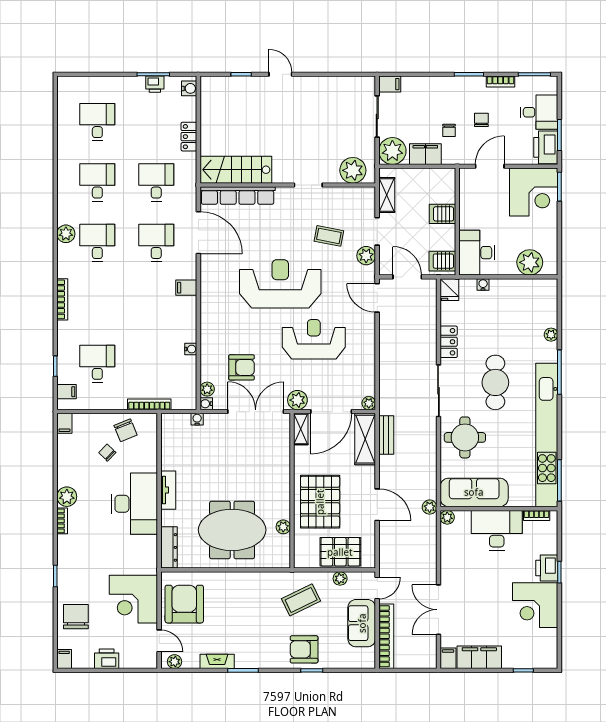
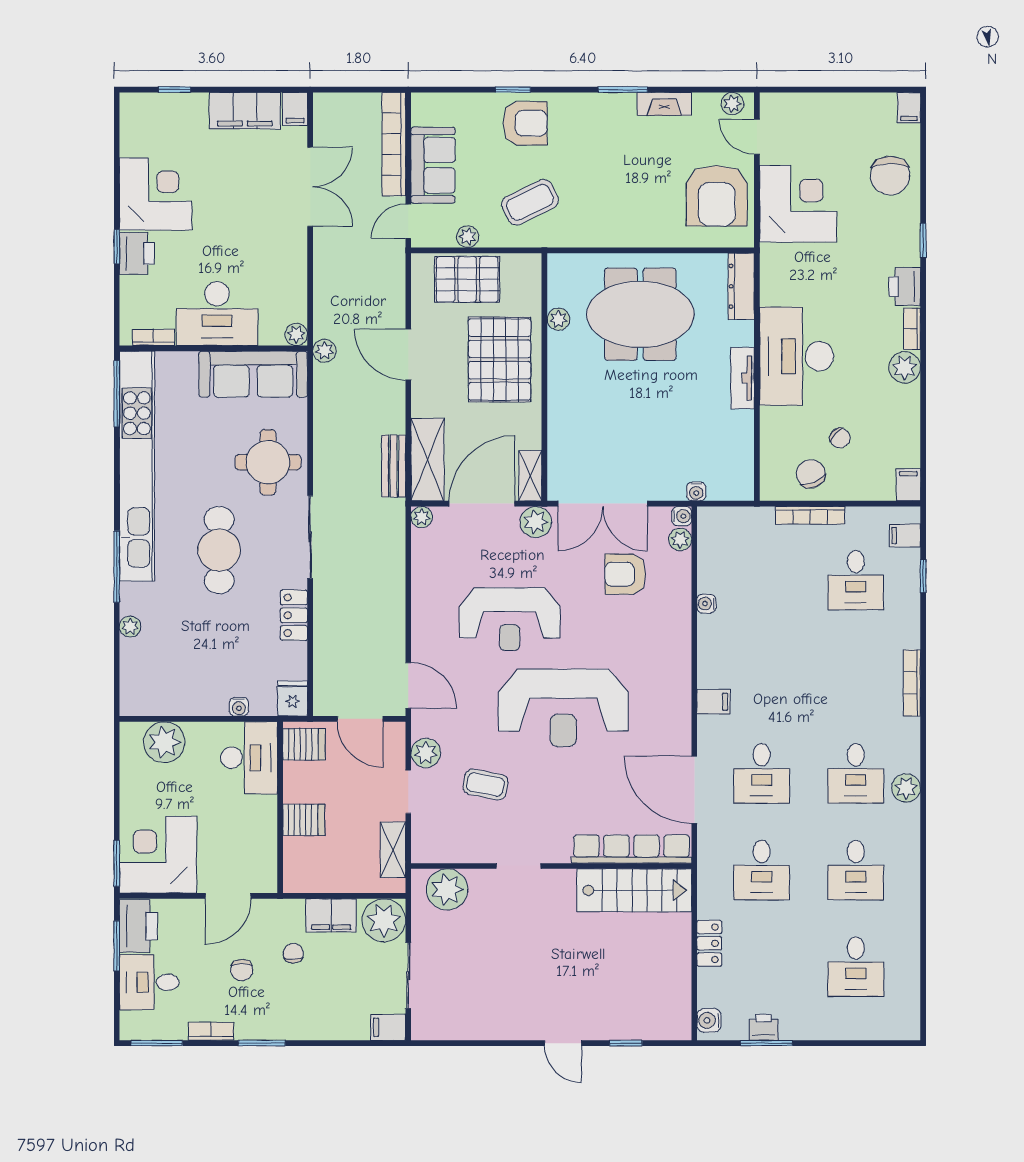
bookcase: (149, 404) -> (810, 515), moved
printer: (107, 659) -> (905, 287), moved, turned 90

